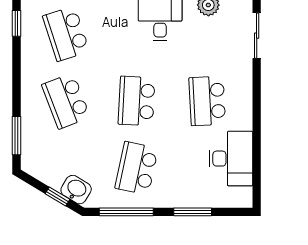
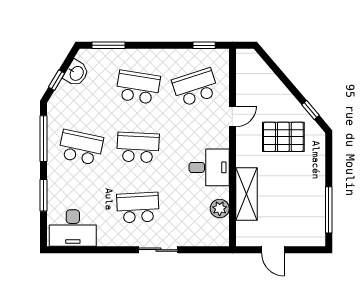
sliding door: (257, 36) -> (158, 250), moved
school desk: (66, 101) -> (138, 87), turned 30
desk: (231, 159) -> (73, 228), moved
washbasin: (76, 190) -> (76, 73), moved

